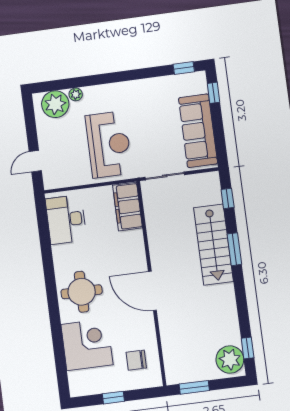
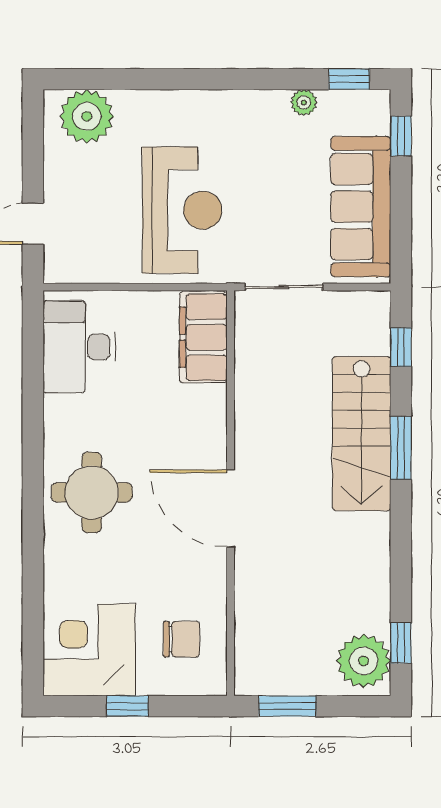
plant: (76, 94) -> (304, 102), moved
corner desk: (87, 345) -> (89, 650), moved, turned -90
chair: (136, 360) -> (181, 639), turned 180

